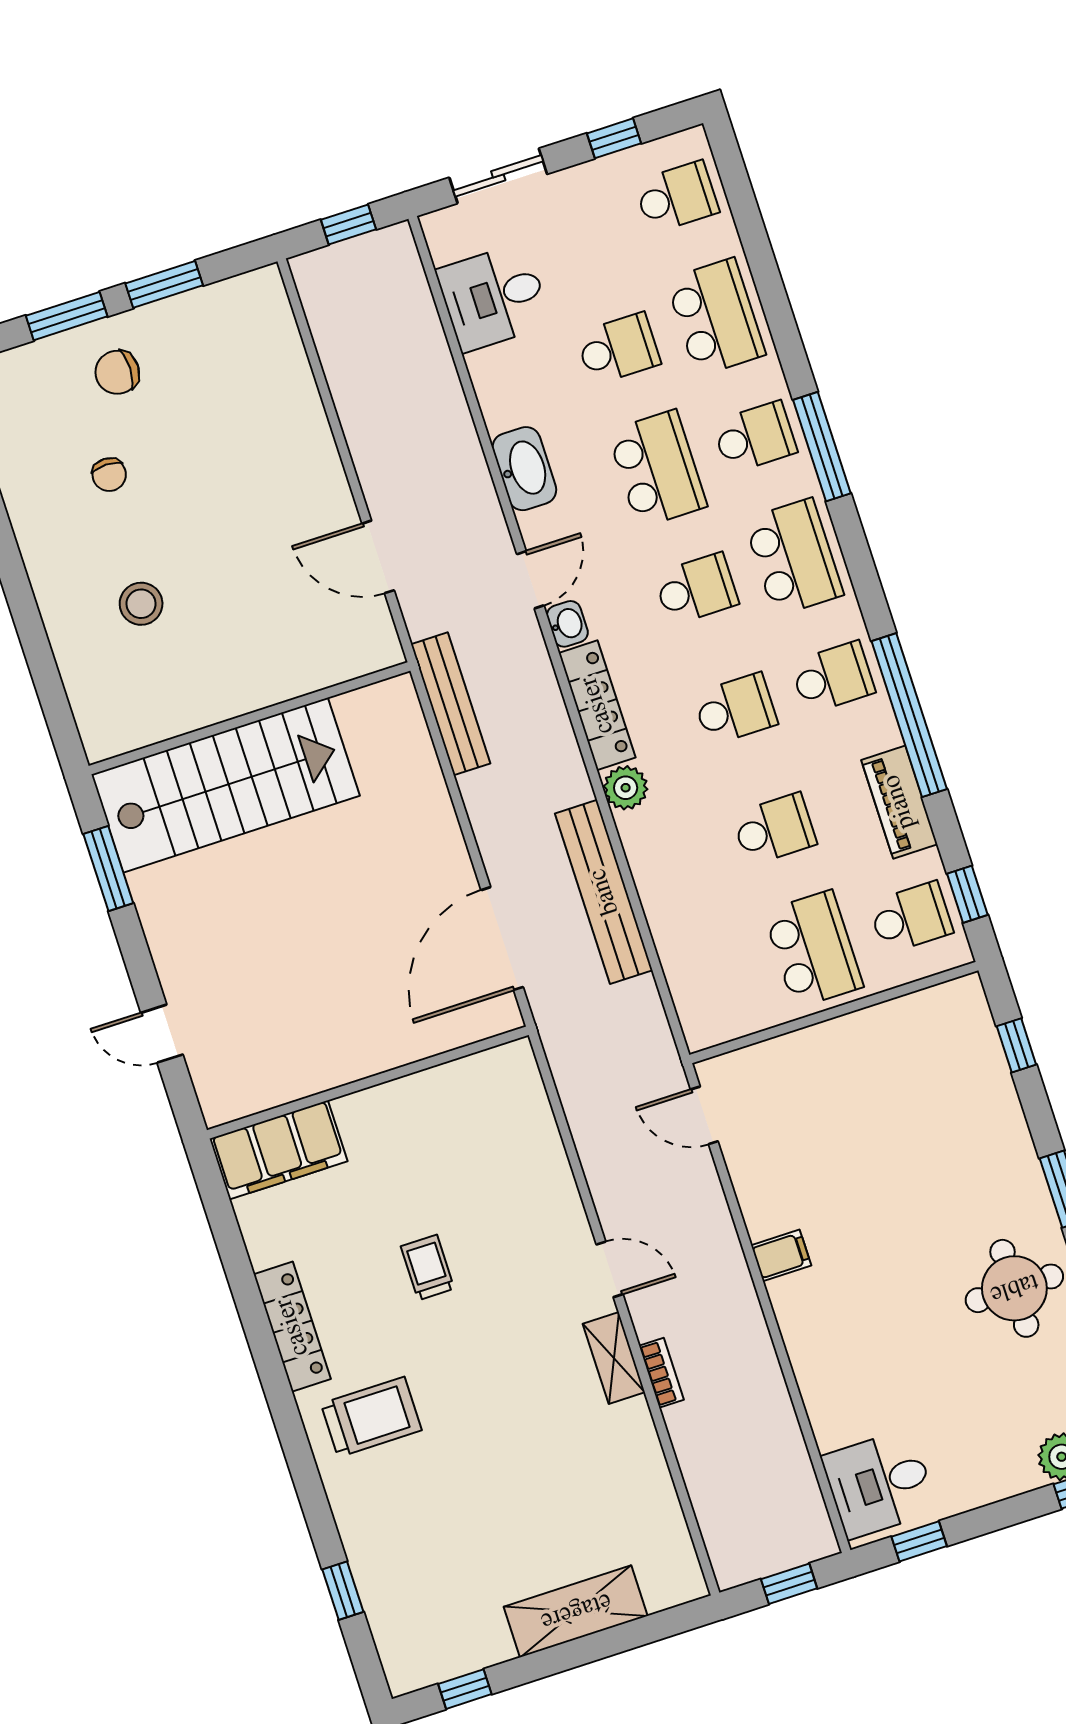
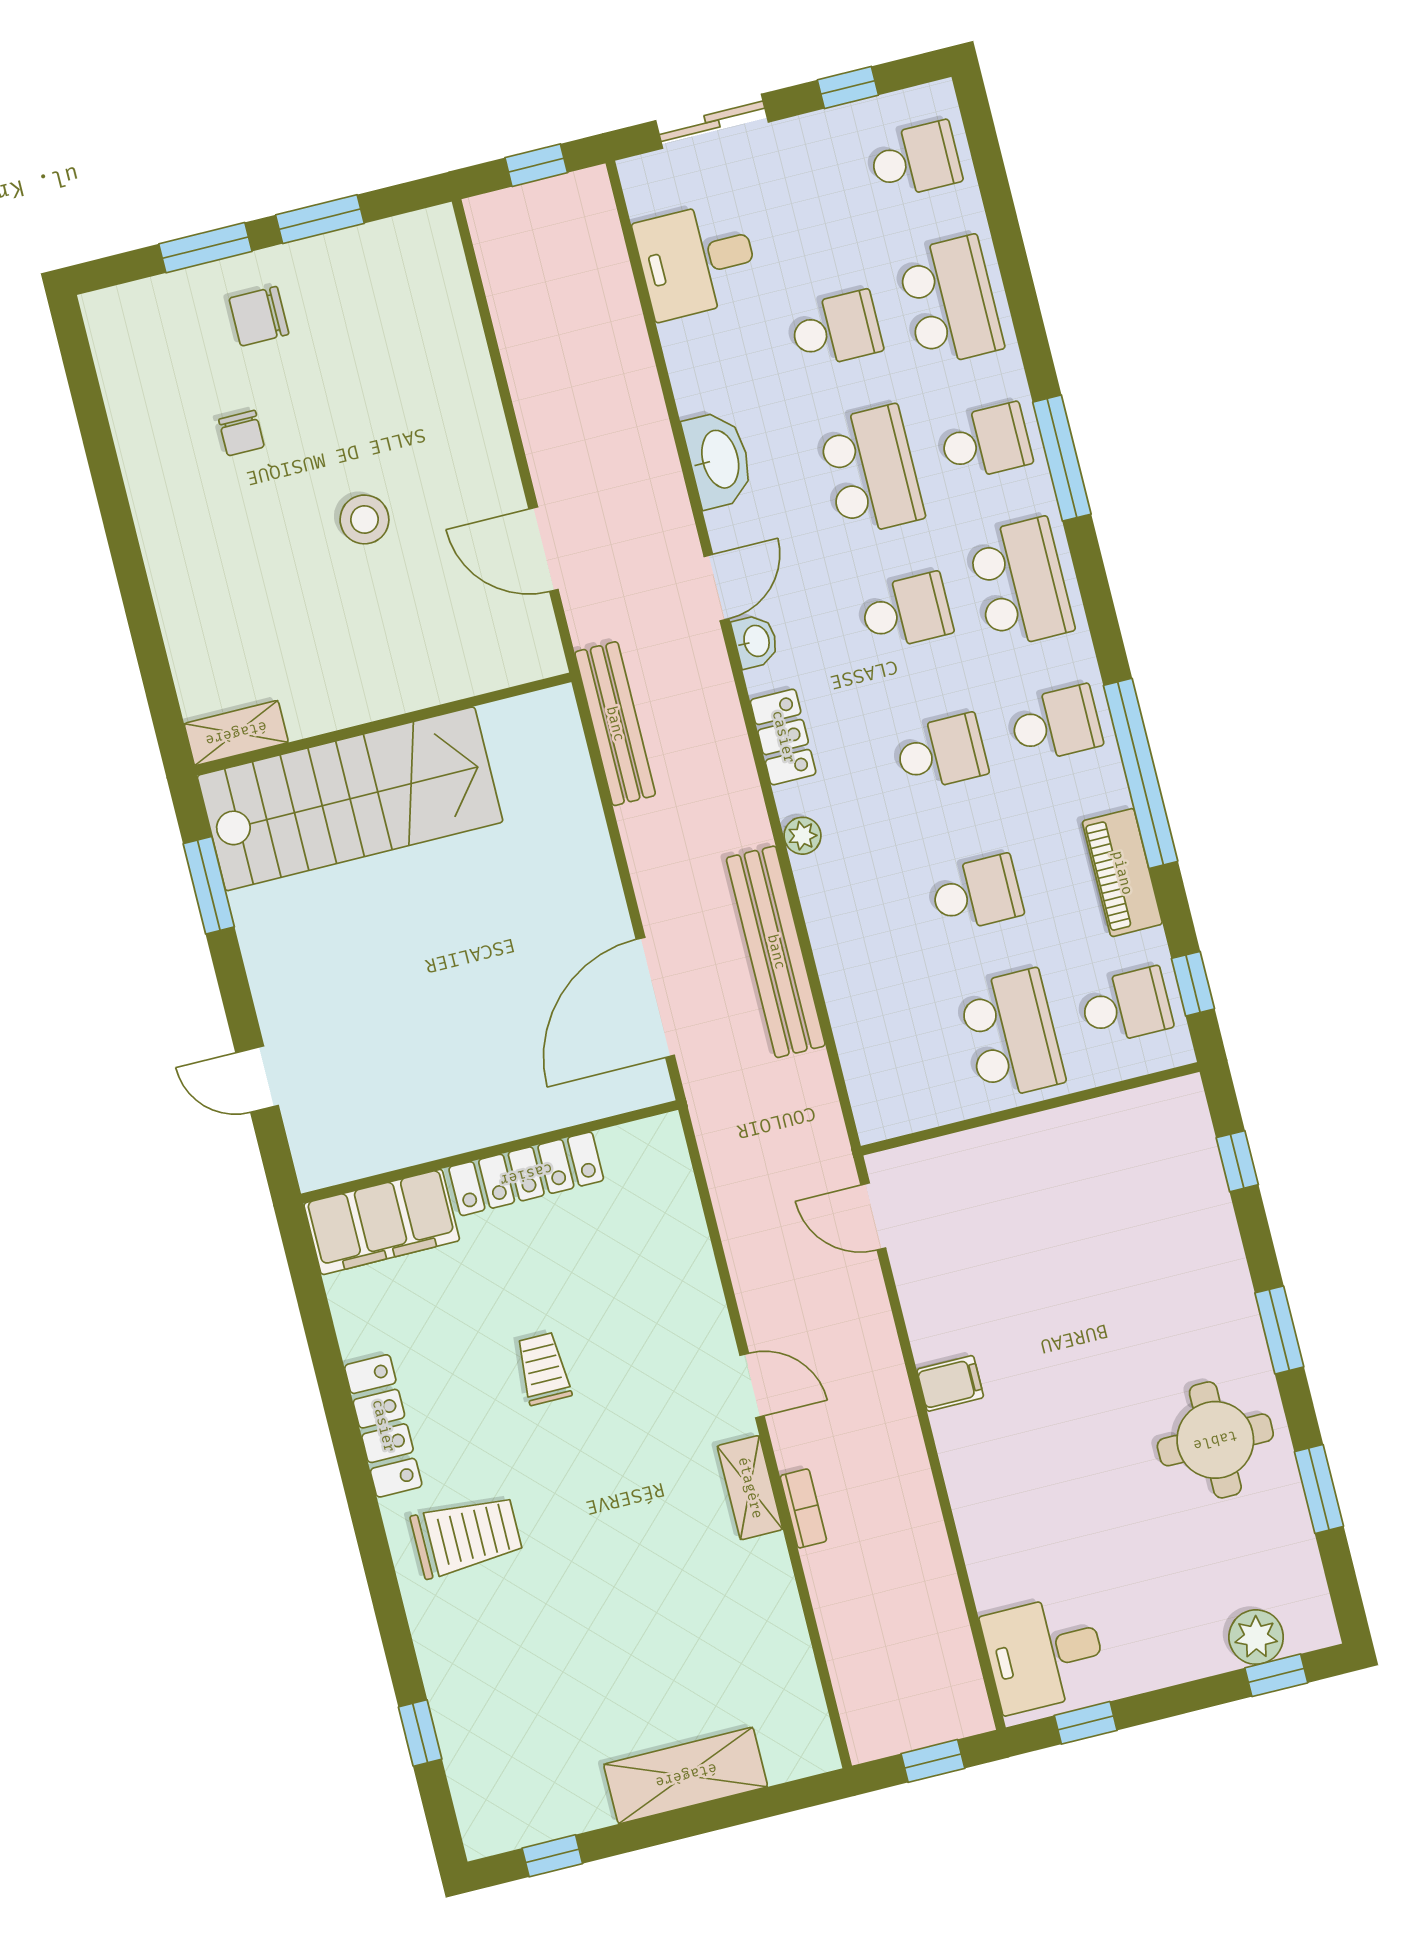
stool: (141, 604) -> (364, 519), moved
locker: (597, 705) -> (783, 737), width x0.66
shelving: (123, 735) -> (236, 733), added
plant: (626, 788) -> (802, 836), width x0.73, depth x0.73
locker: (401, 1099) -> (526, 1174), added

